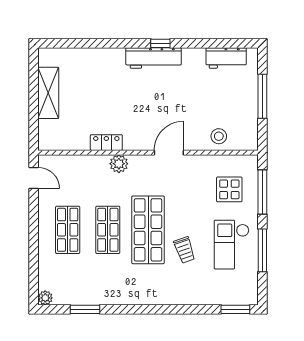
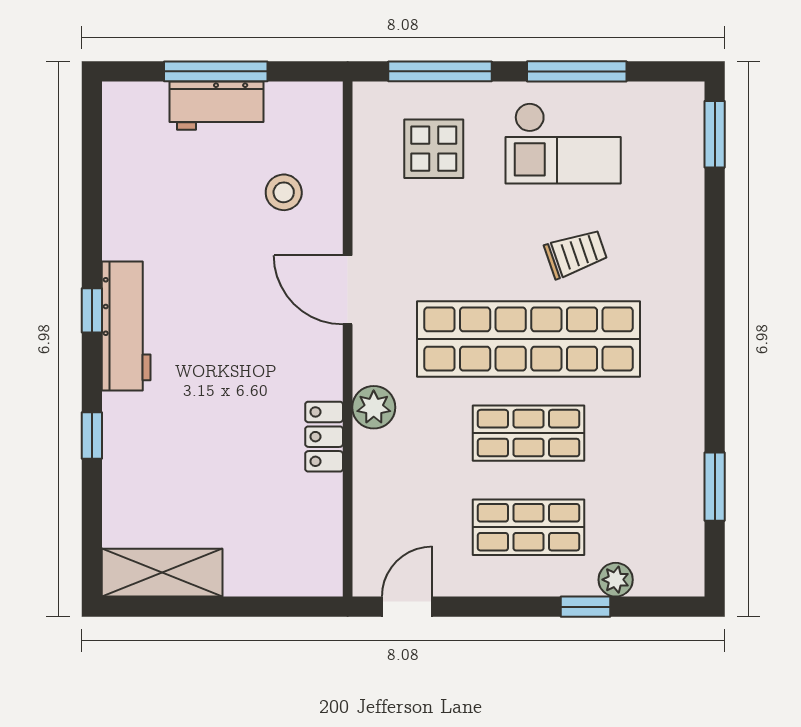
window: (107, 43) -> (92, 435), added
workbench: (226, 58) -> (217, 106), moved, turned 90
shelving: (48, 93) -> (162, 573), moved
stool: (219, 136) -> (284, 192), moved
shop shelf: (148, 230) -> (529, 339), width x1.40
window: (34, 254) -> (586, 607), added
plant: (45, 298) -> (616, 580), moved

